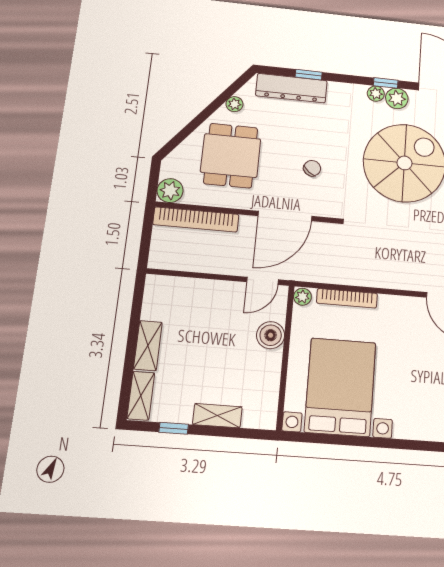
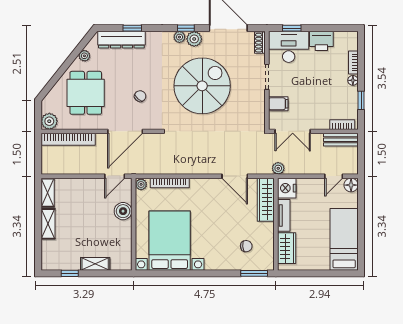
shelving: (141, 396) -> (48, 193), moved

